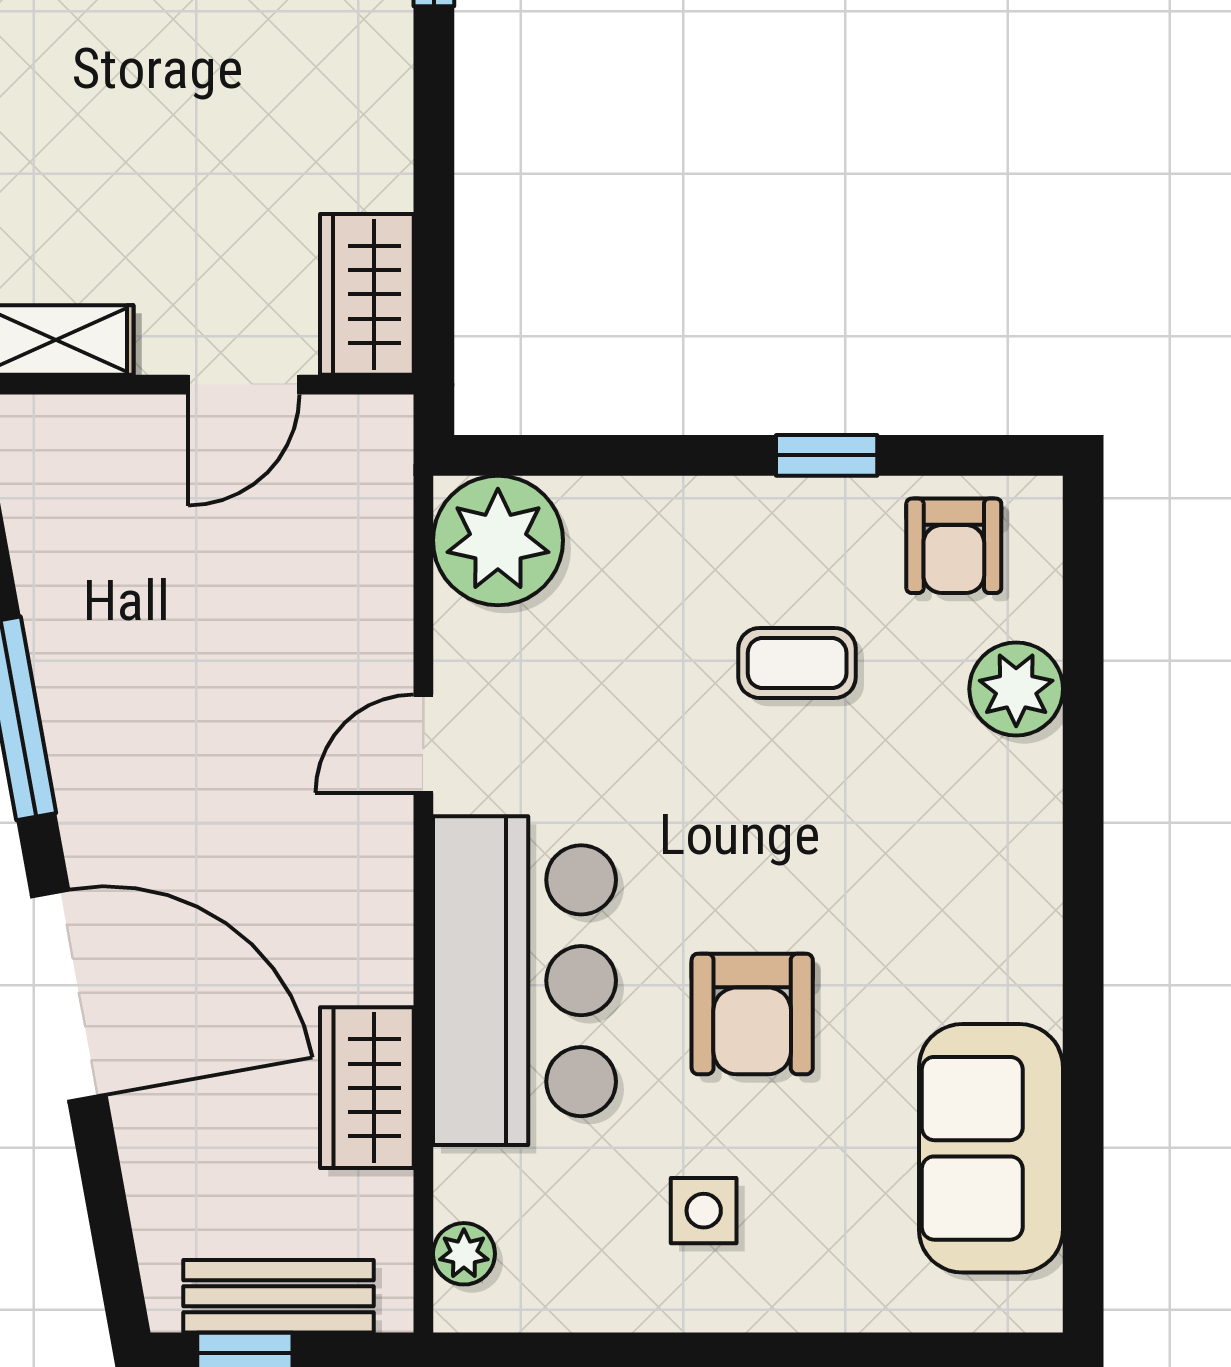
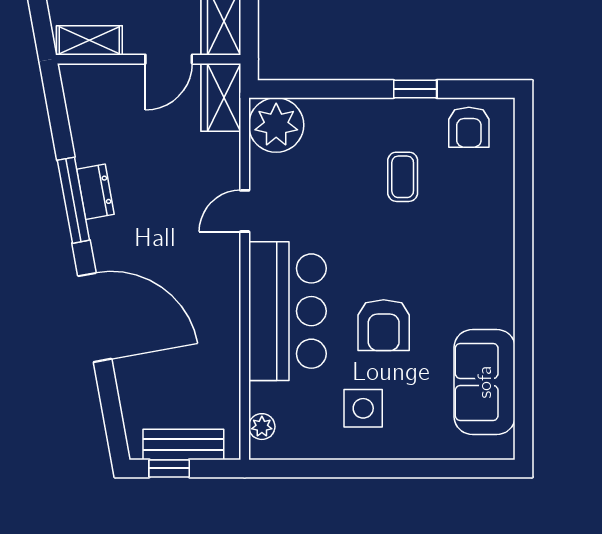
coffee table: (797, 663) -> (403, 177), turned 90
plant: (1016, 689) -> (495, 188), removed
dresser: (70, 698) -> (95, 192), added
wardrobe: (367, 1088) -> (221, 97), moved
side table: (704, 1211) -> (363, 408), width x1.37, depth x1.37

